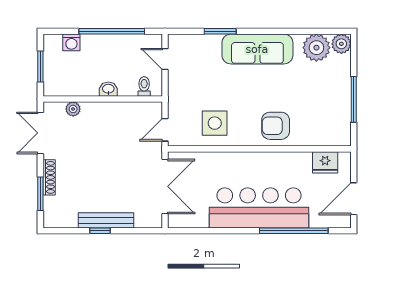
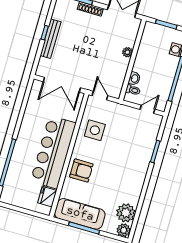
sofa: (257, 49) -> (80, 214), moved, turned 90
washbasin: (108, 89) -> (134, 78), moved
plant: (73, 109) -> (127, 52), moved
armchair: (276, 126) -> (81, 170), turned 90
door: (354, 199) -> (18, 209), removed
bar counter: (259, 208) -> (53, 152), moved, turned 180

